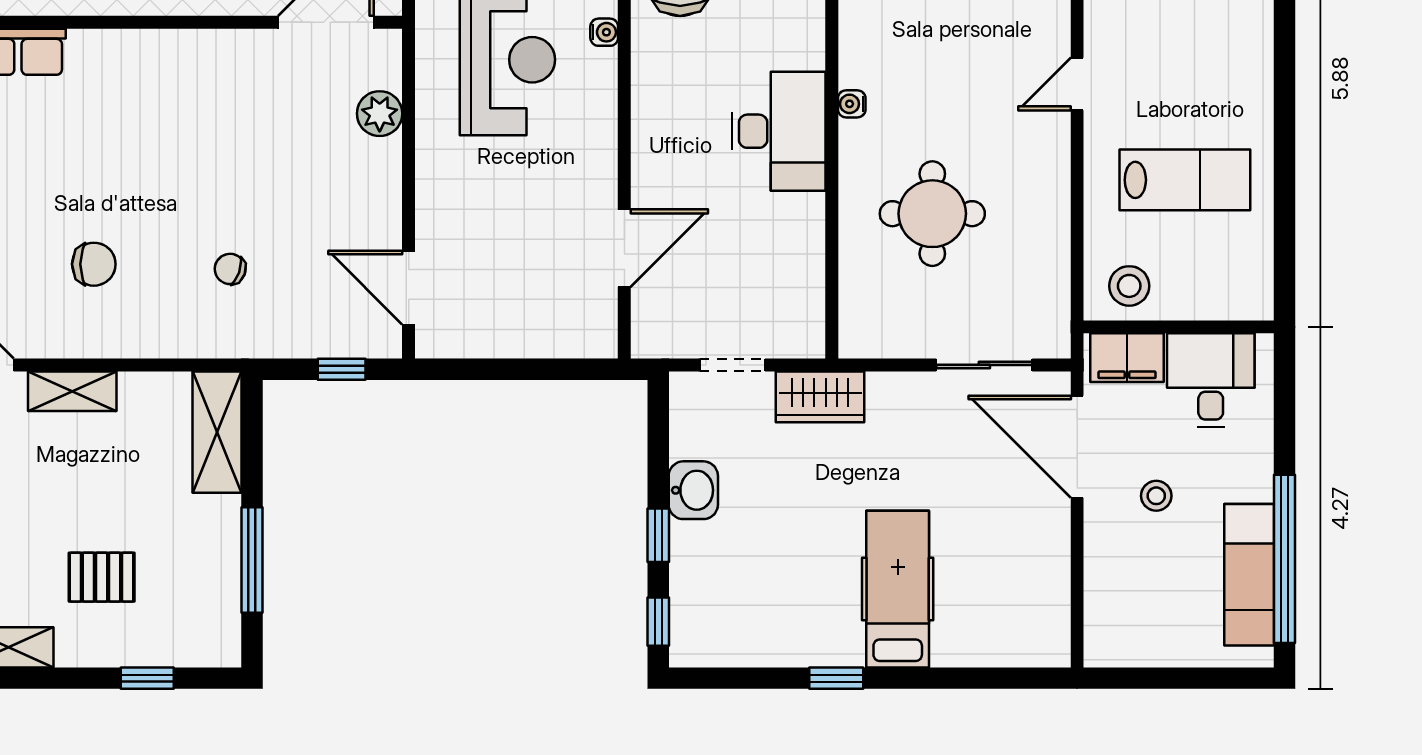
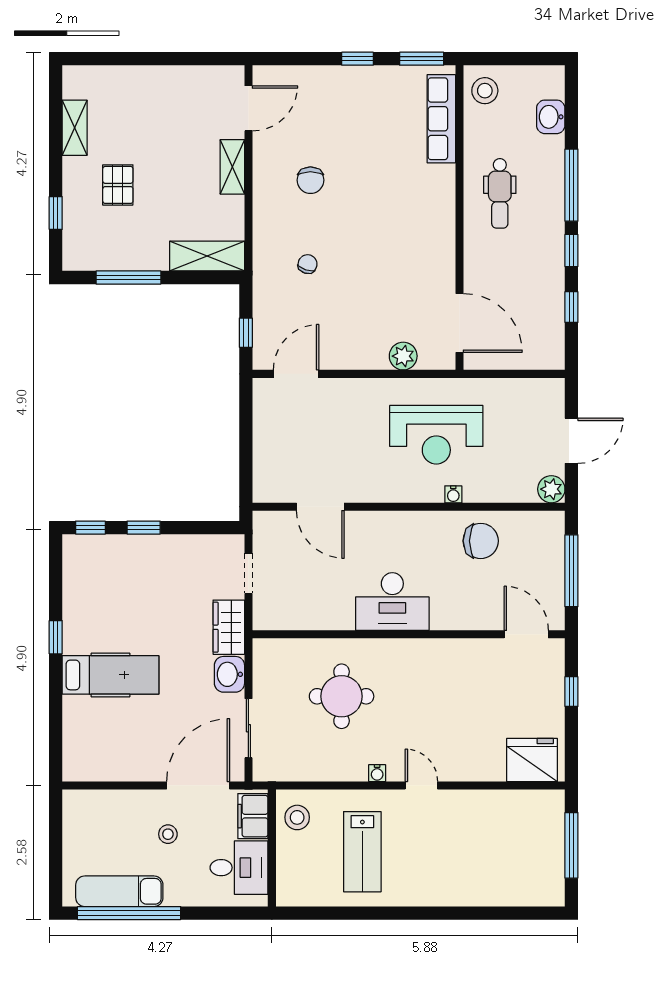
water cooler: (852, 104) -> (377, 773), moved, turned 180
washbasin: (693, 490) -> (229, 674), moved, turned 90

